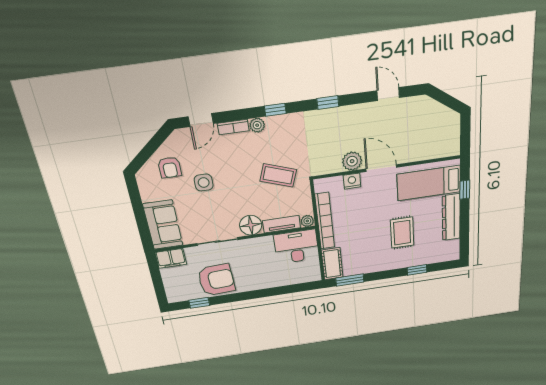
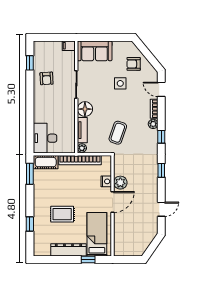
desk: (296, 247) -> (45, 138), moved, turned 180
filing cabinet: (171, 258) -> (69, 46), width x0.50
armchair: (216, 280) -> (47, 78), width x0.53, depth x0.53

